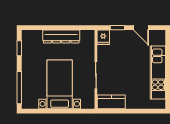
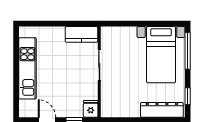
dresser: (61, 36) -> (162, 110), moved
bed with nightstands: (60, 84) -> (161, 55), moved

